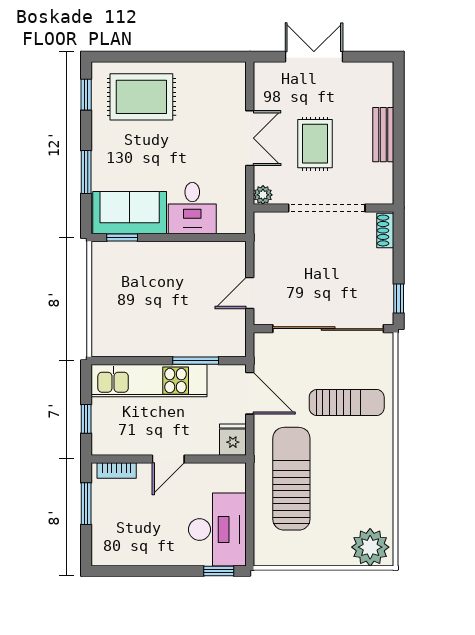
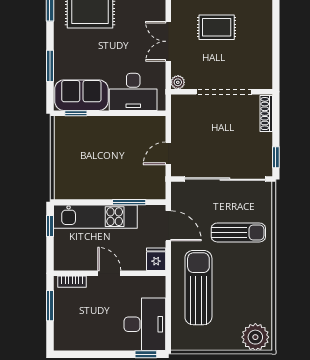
bench: (383, 135) -> (265, 39), removed
double door: (250, 138) -> (168, 41), swing flipped
rug: (315, 144) -> (217, 27), moved, turned 90
desk: (192, 208) -> (133, 92), width x1.37
shoe rack: (385, 230) -> (266, 114), width x1.43
window: (86, 419) -> (50, 226), moved
door: (168, 459) -> (109, 273), swing flipped

